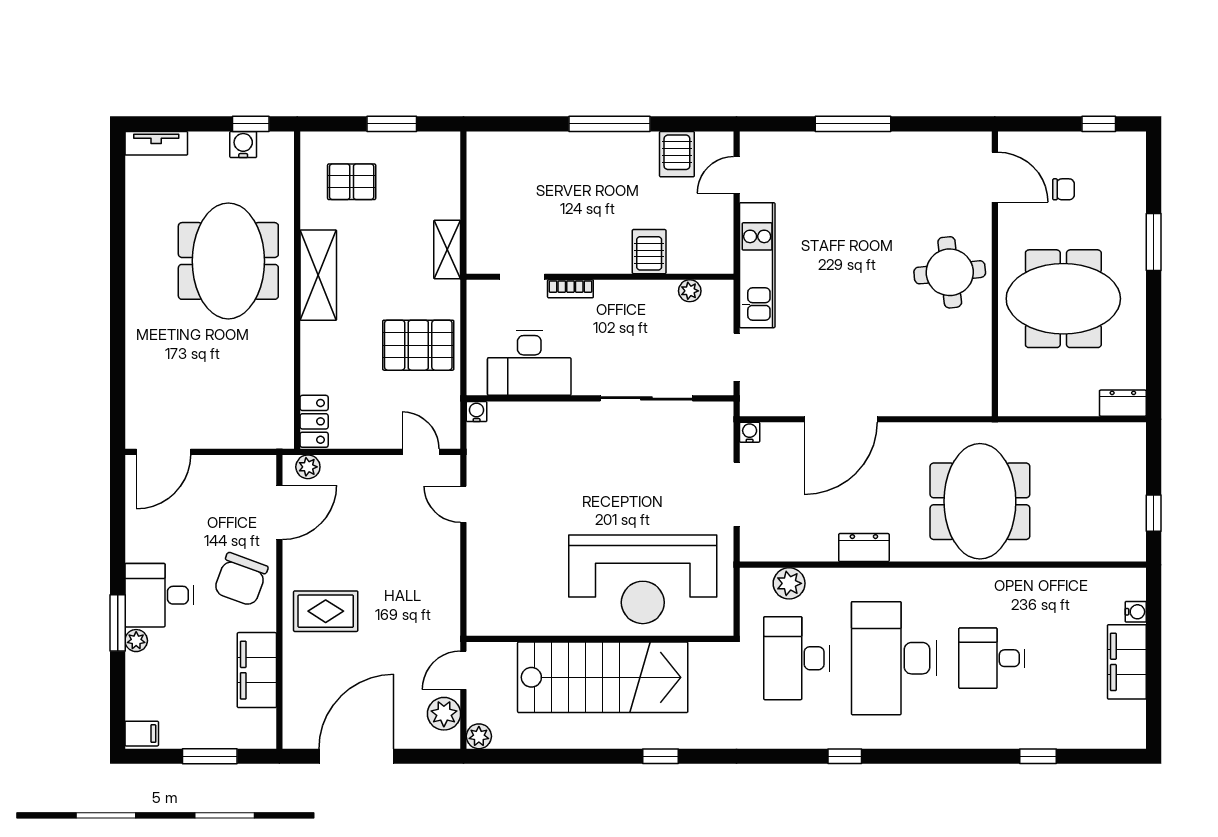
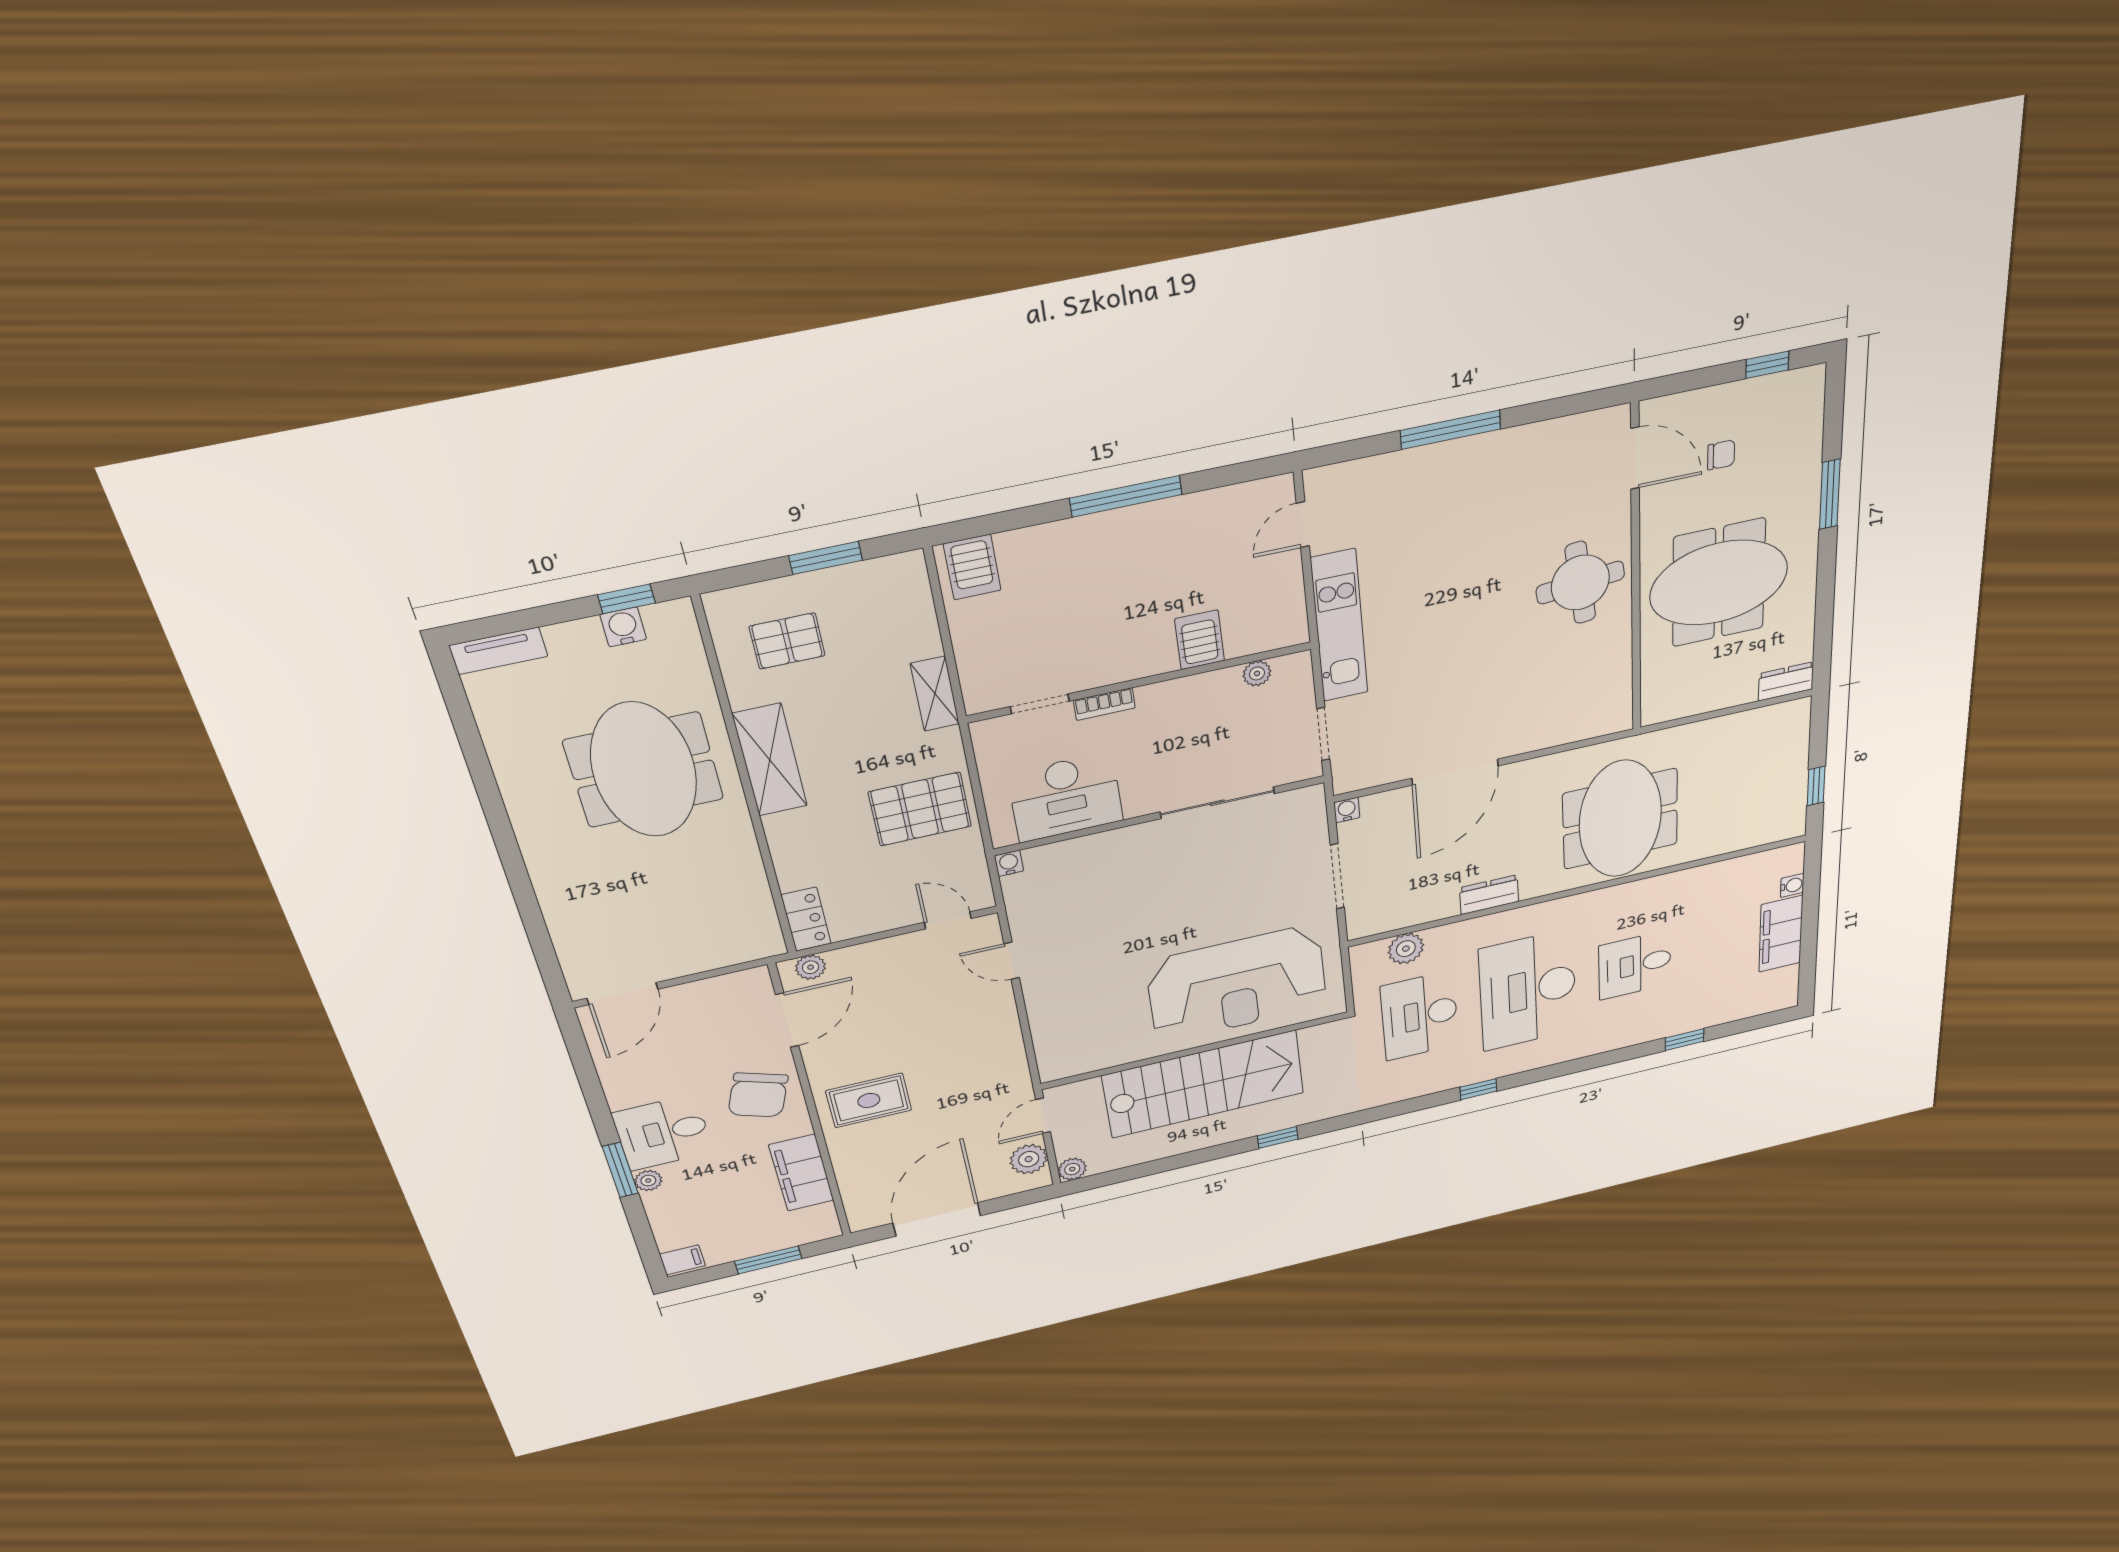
server rack: (677, 154) -> (972, 567), moved

